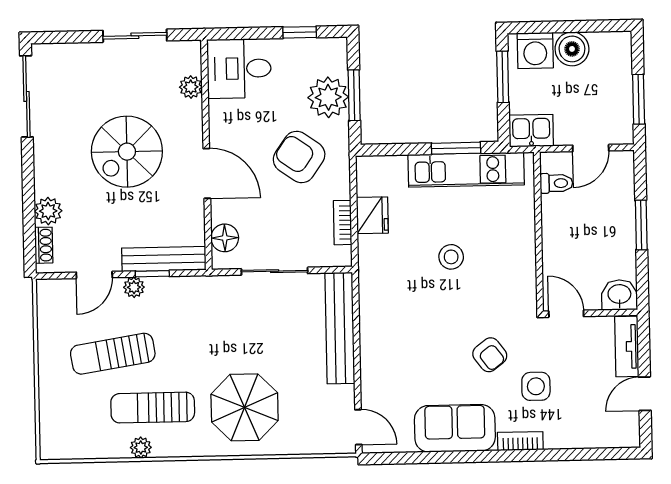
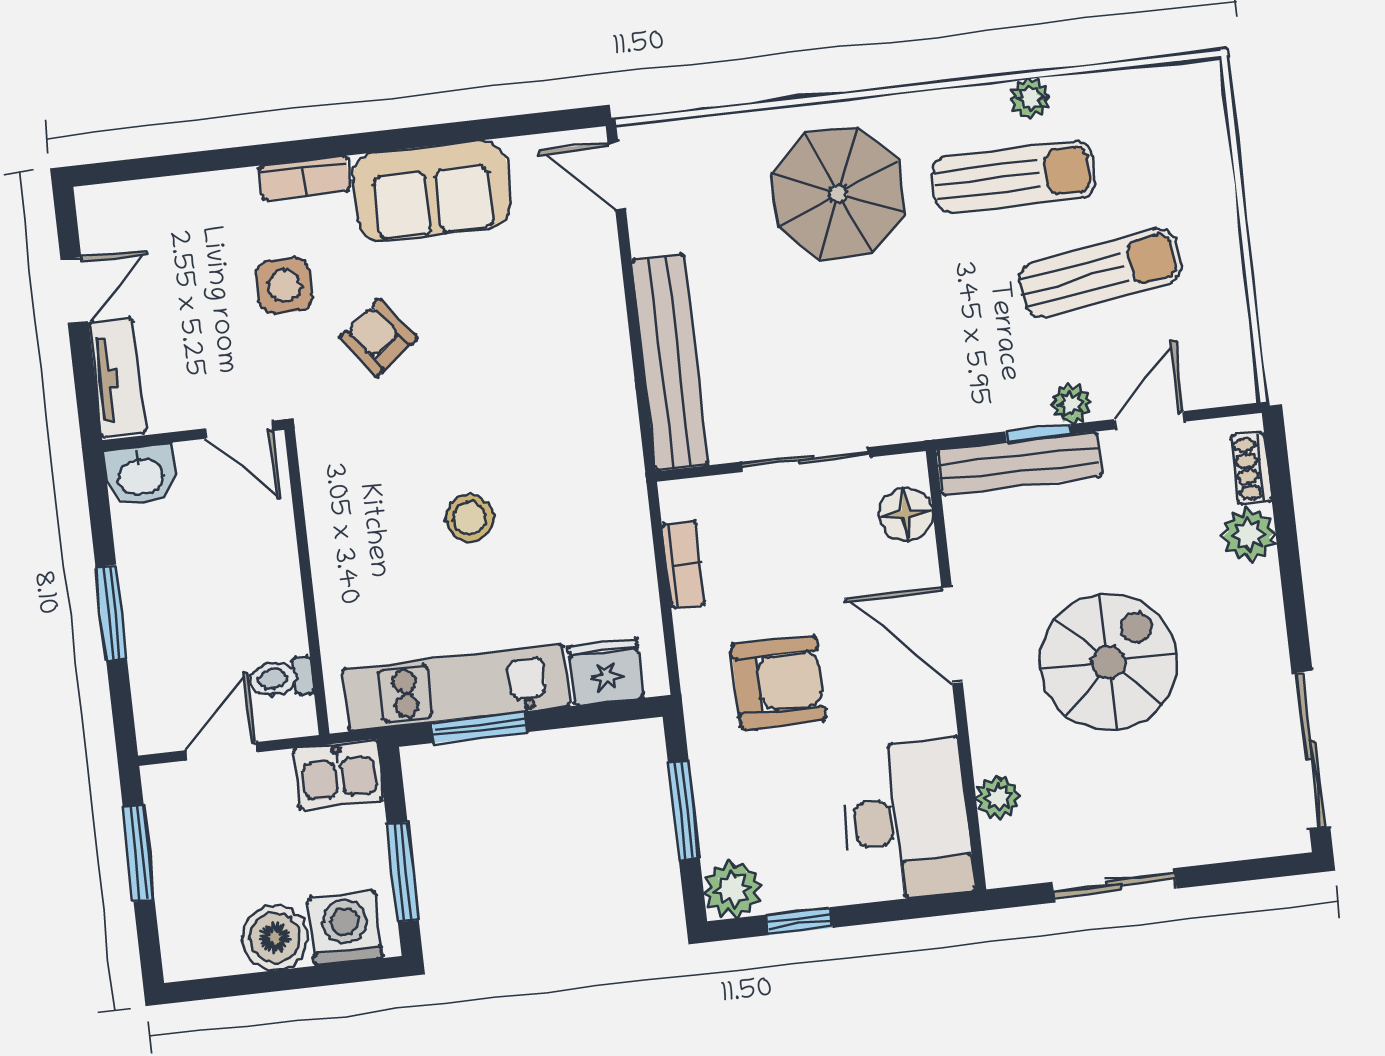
desk: (239, 68) -> (906, 820), width x1.37
plant: (328, 97) -> (732, 889), moved, width x0.73, depth x0.73
armchair: (299, 157) -> (778, 682), turned -35
fridge: (372, 215) -> (606, 672), moved, turned 90

